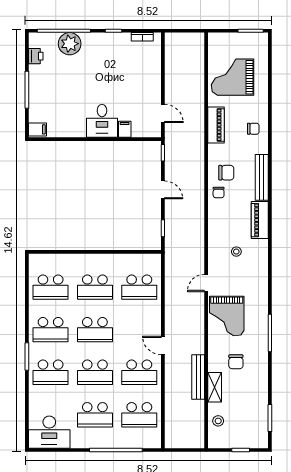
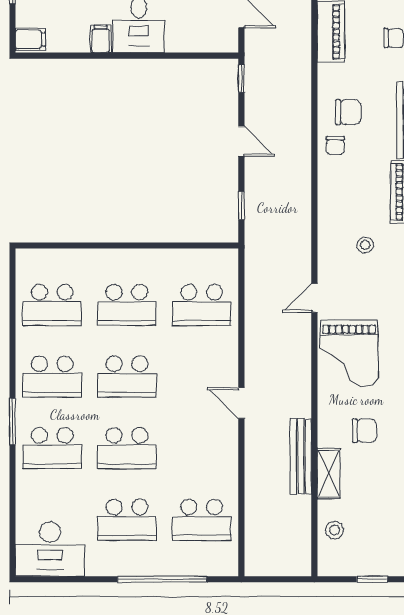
filing cabinet: (125, 129) -> (101, 39), moved
chair: (236, 362) -> (364, 431), turned -90
school desk: (139, 372) -> (202, 448), removed

